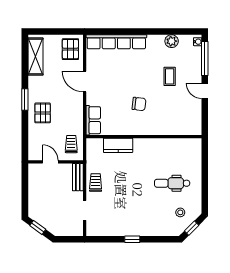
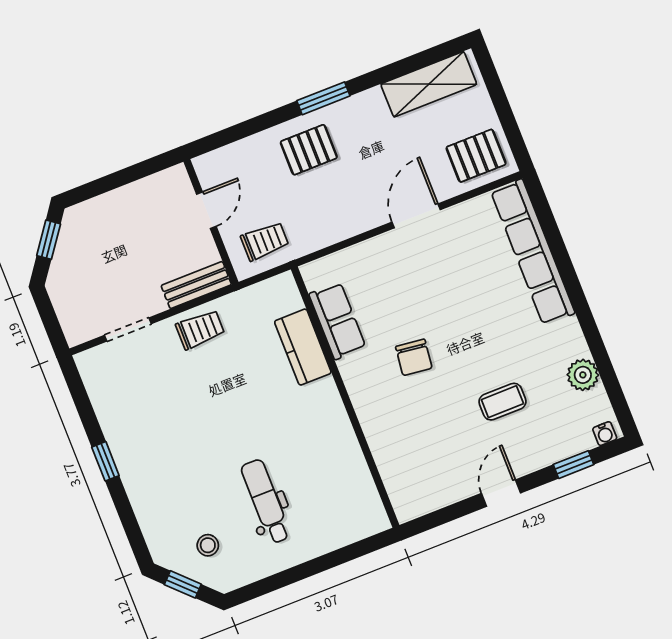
window: (205, 58) -> (573, 465), width x0.46
row of seats: (93, 120) -> (337, 321), moved, turned -90

